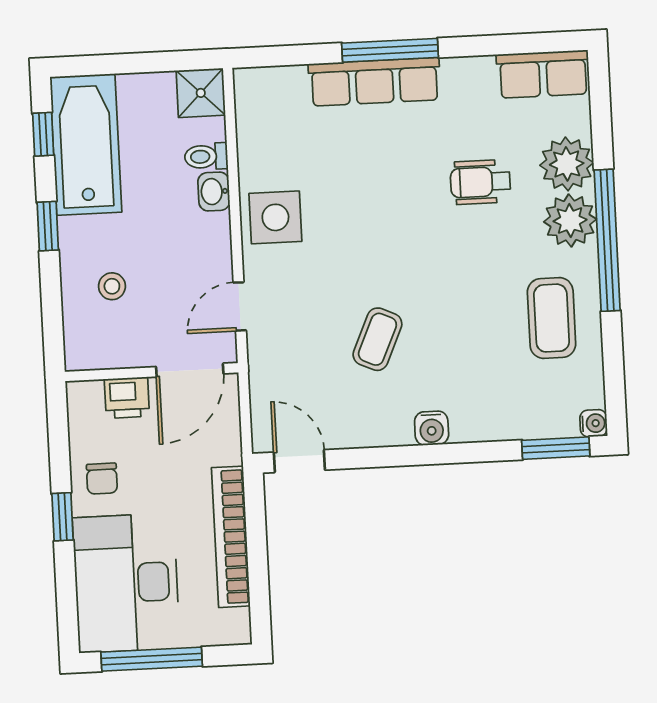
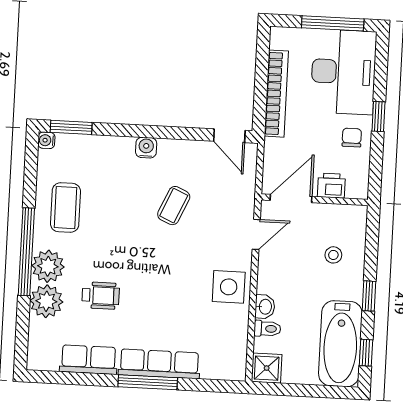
row of seats: (543, 74) -> (89, 360), moved

